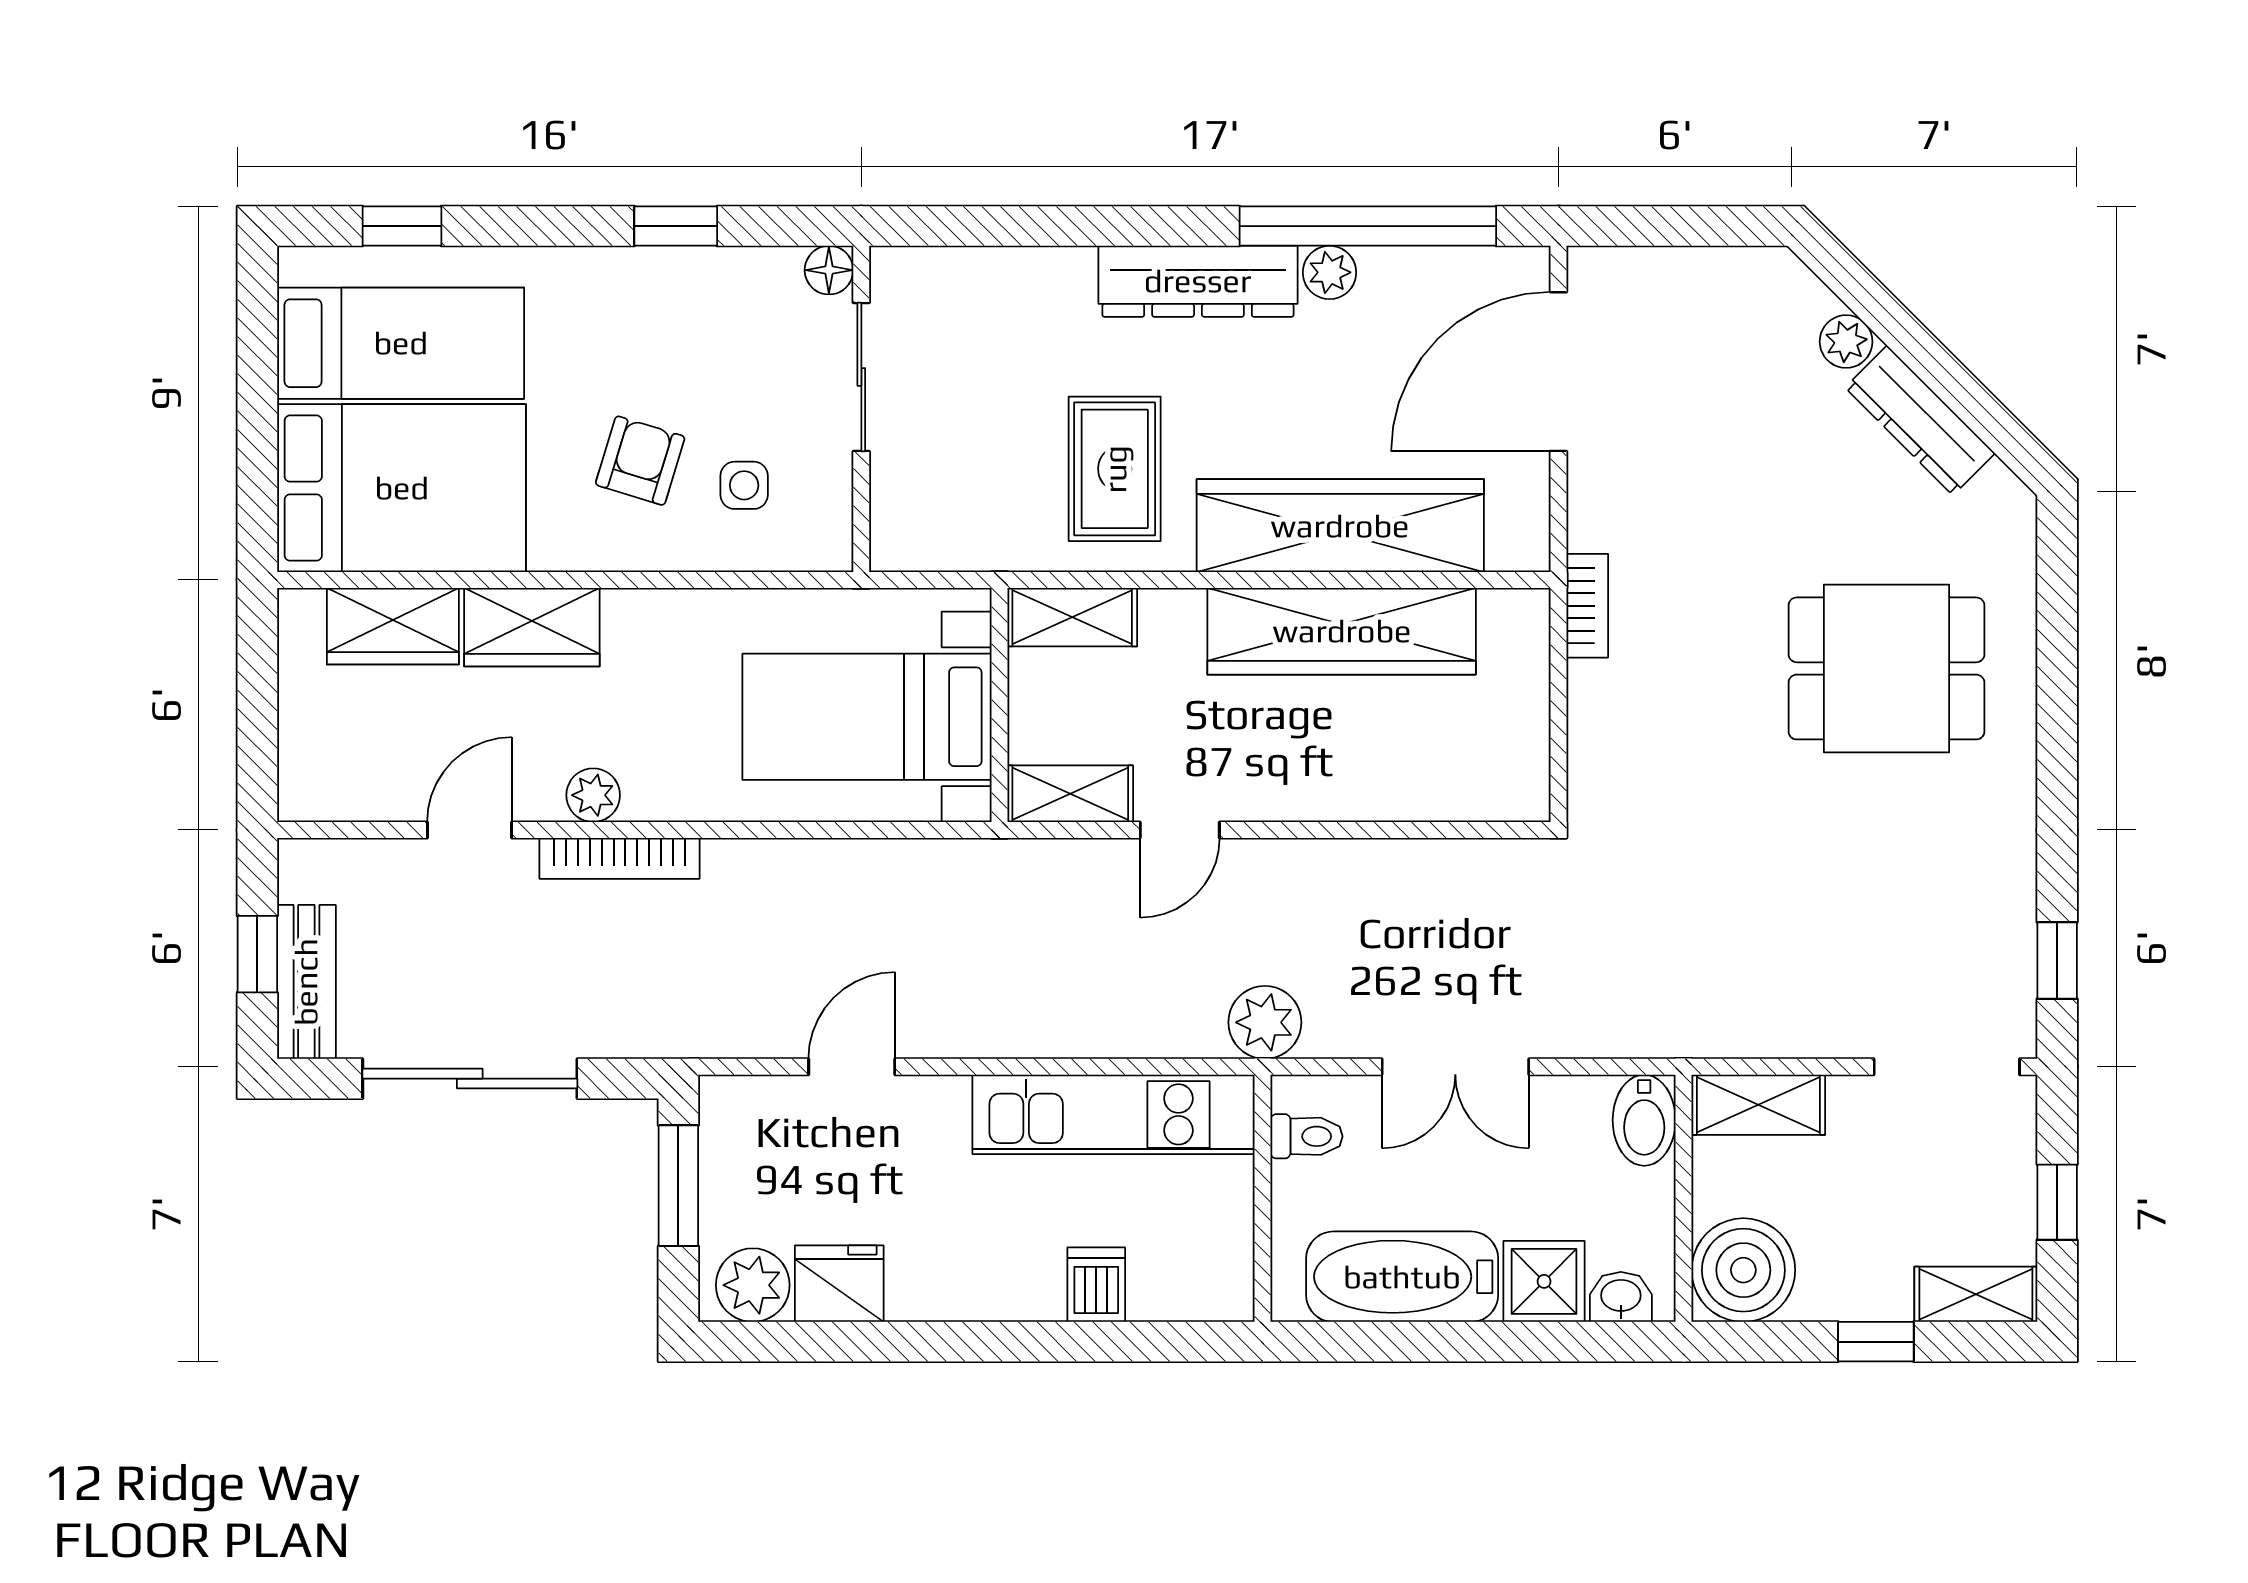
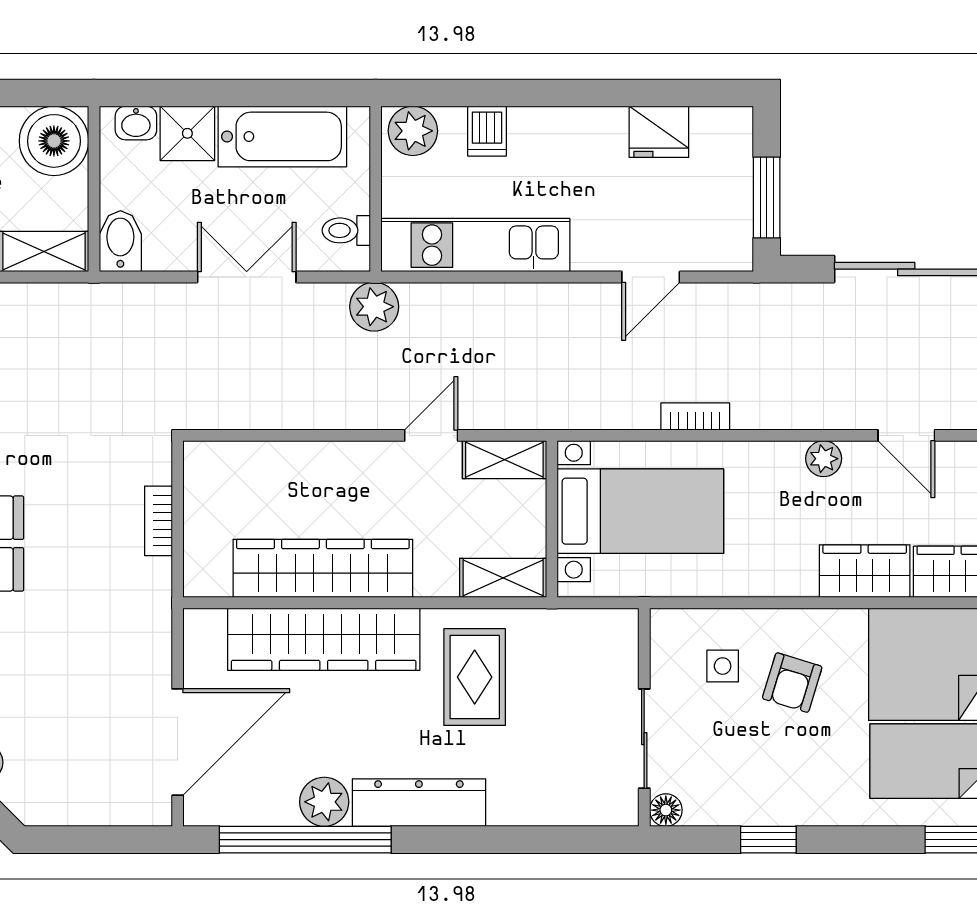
plant: (1330, 272) -> (324, 802), width x1.38, depth x1.38
bookcase: (1587, 606) -> (158, 521), moved
door: (470, 830) -> (906, 435), hinge flipped
bookcase: (619, 858) -> (695, 416), moved, width x0.64
plant: (753, 1285) -> (413, 131), moved

